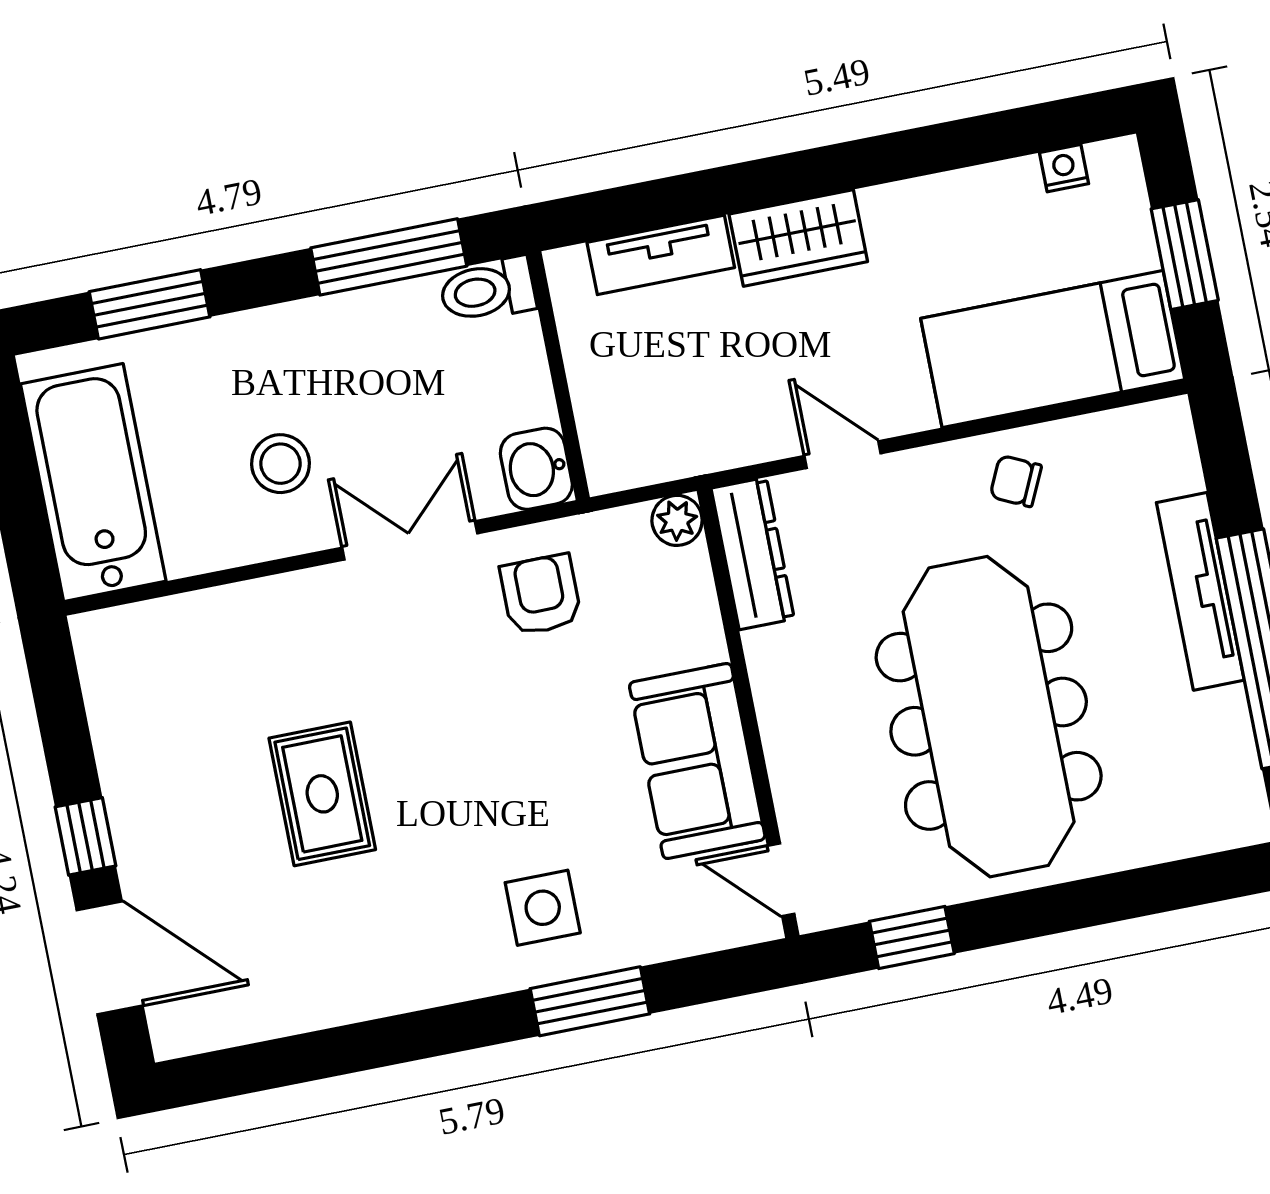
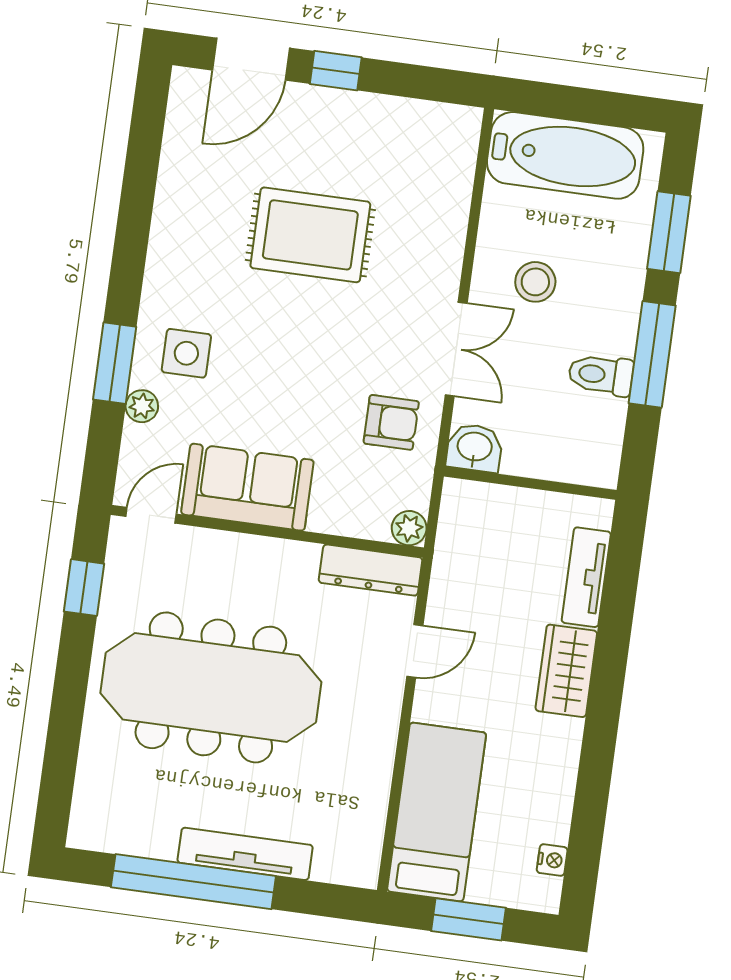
window: (389, 257) -> (652, 354), moved
toilet: (488, 290) -> (601, 375), moved, turned -90
chair: (1016, 481) -> (359, 758), removed
rug: (322, 794) -> (310, 235), width x1.36, depth x1.43
plant: (636, 944) -> (142, 406), added

